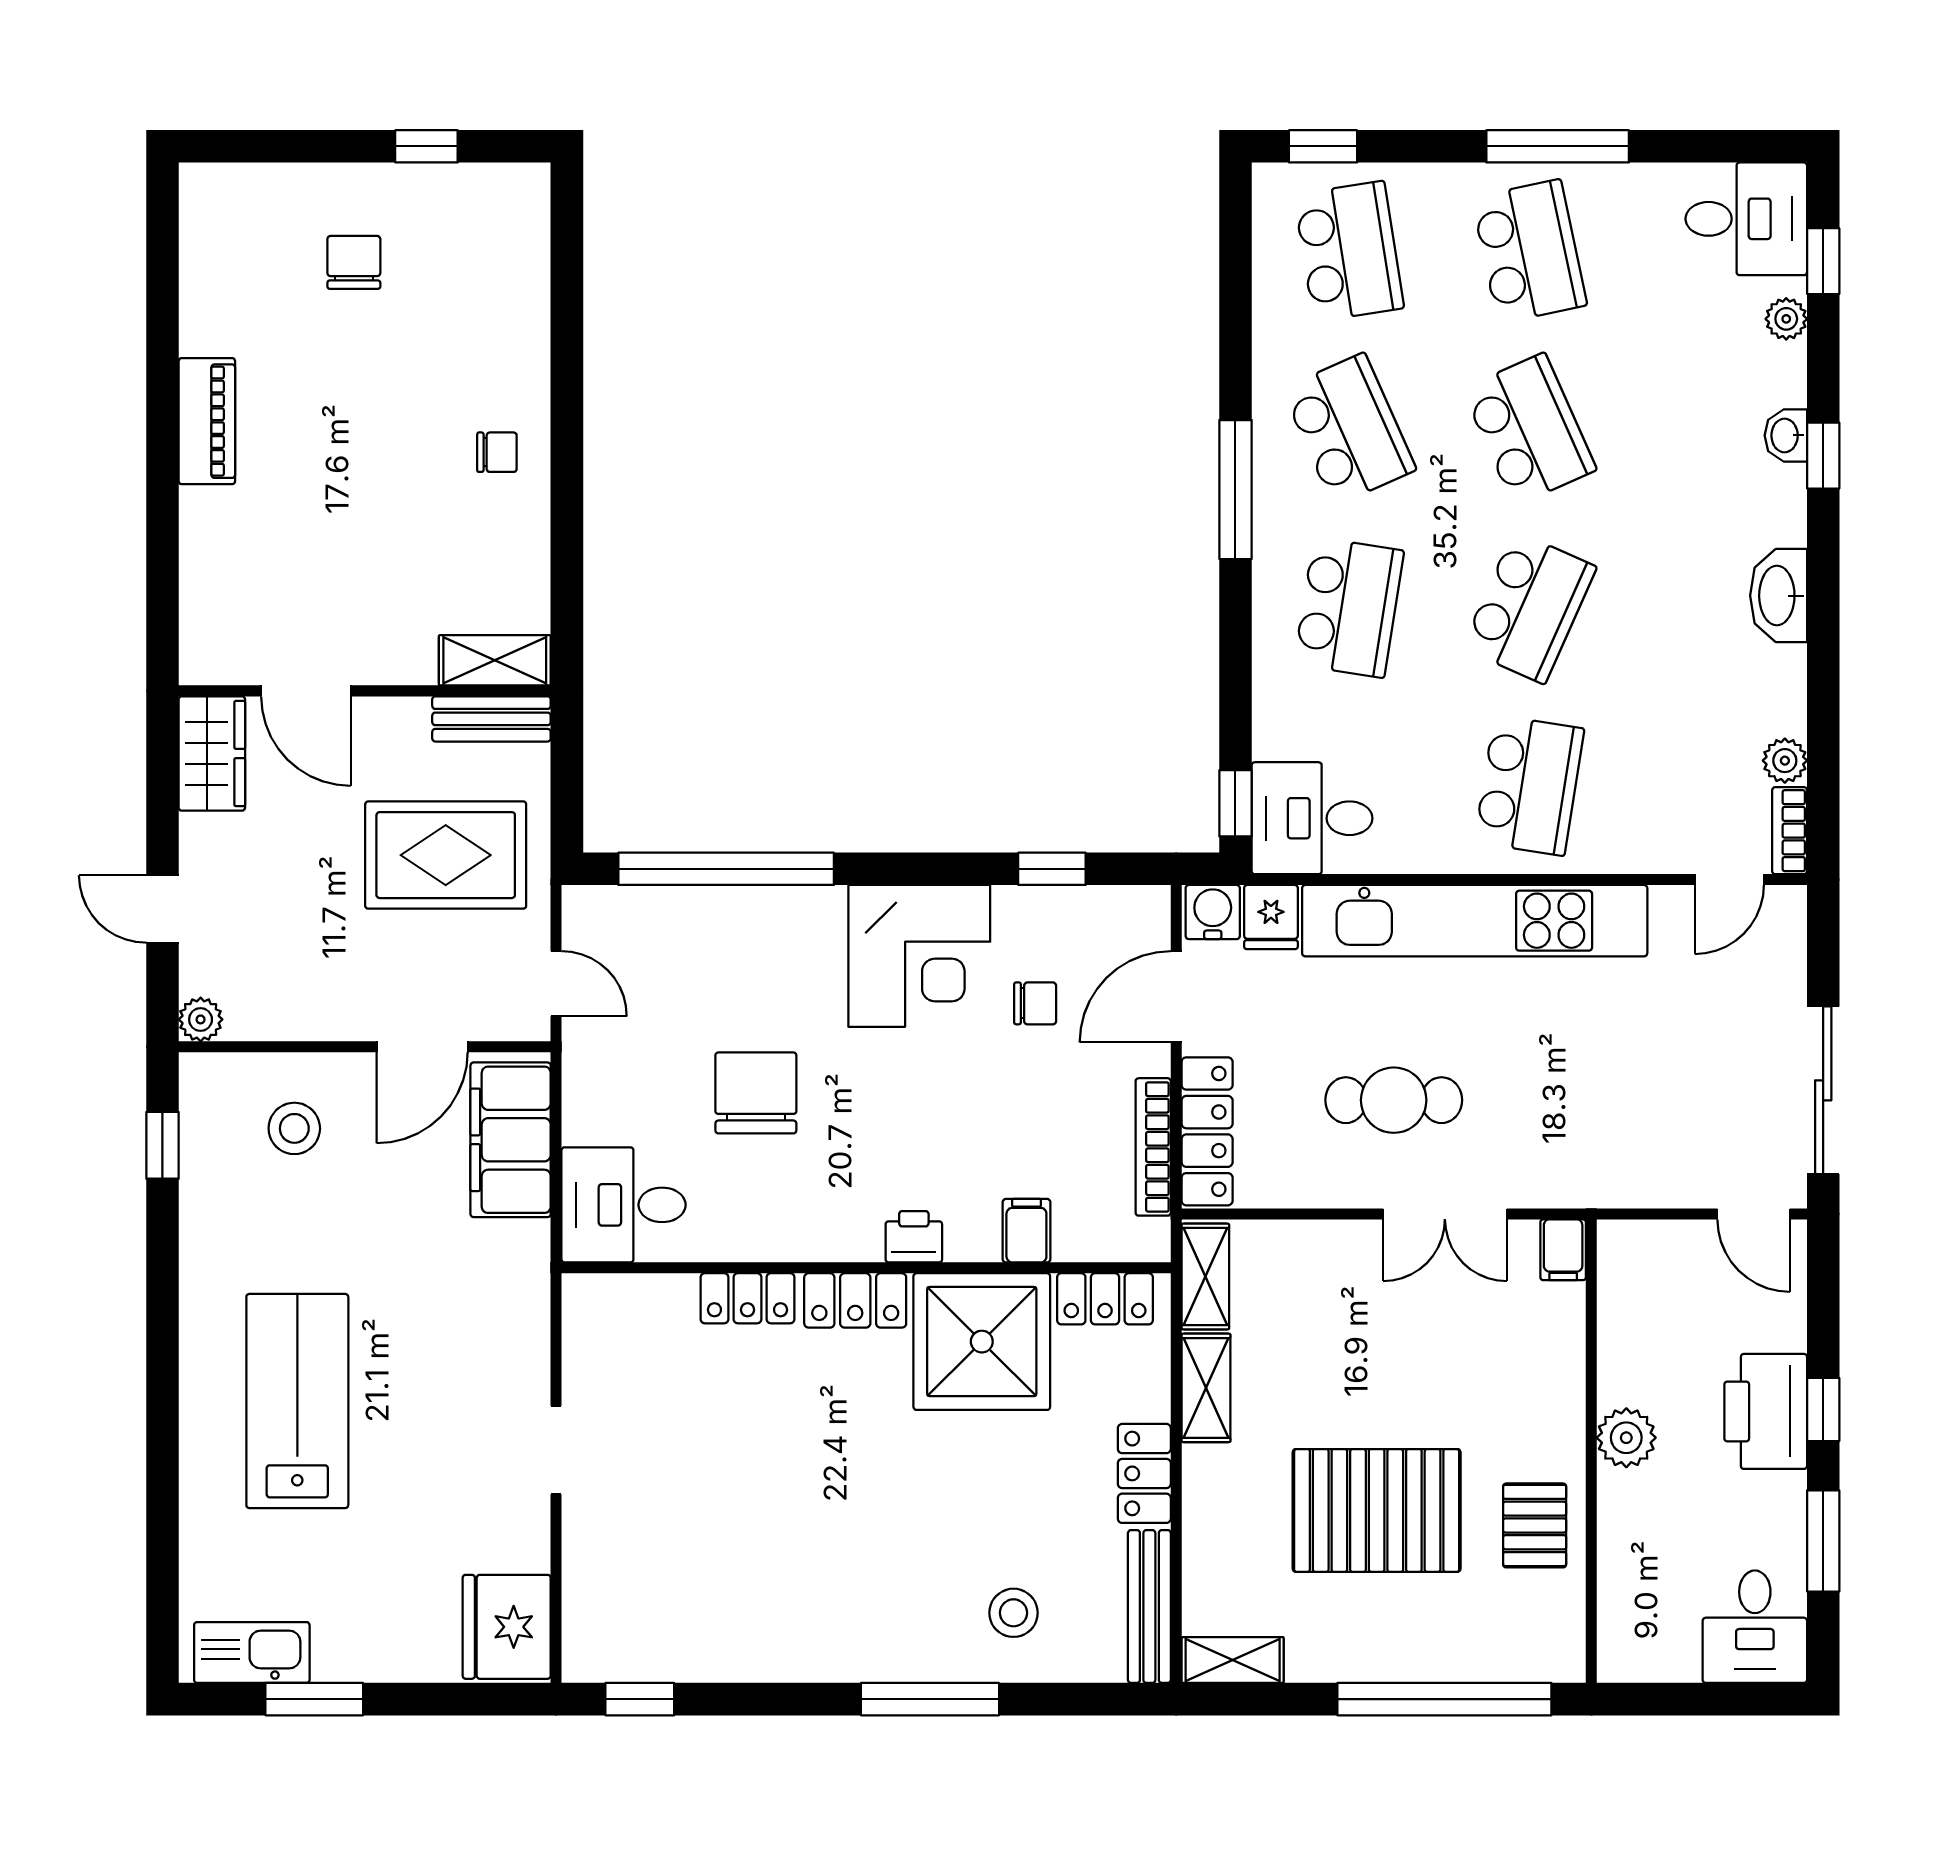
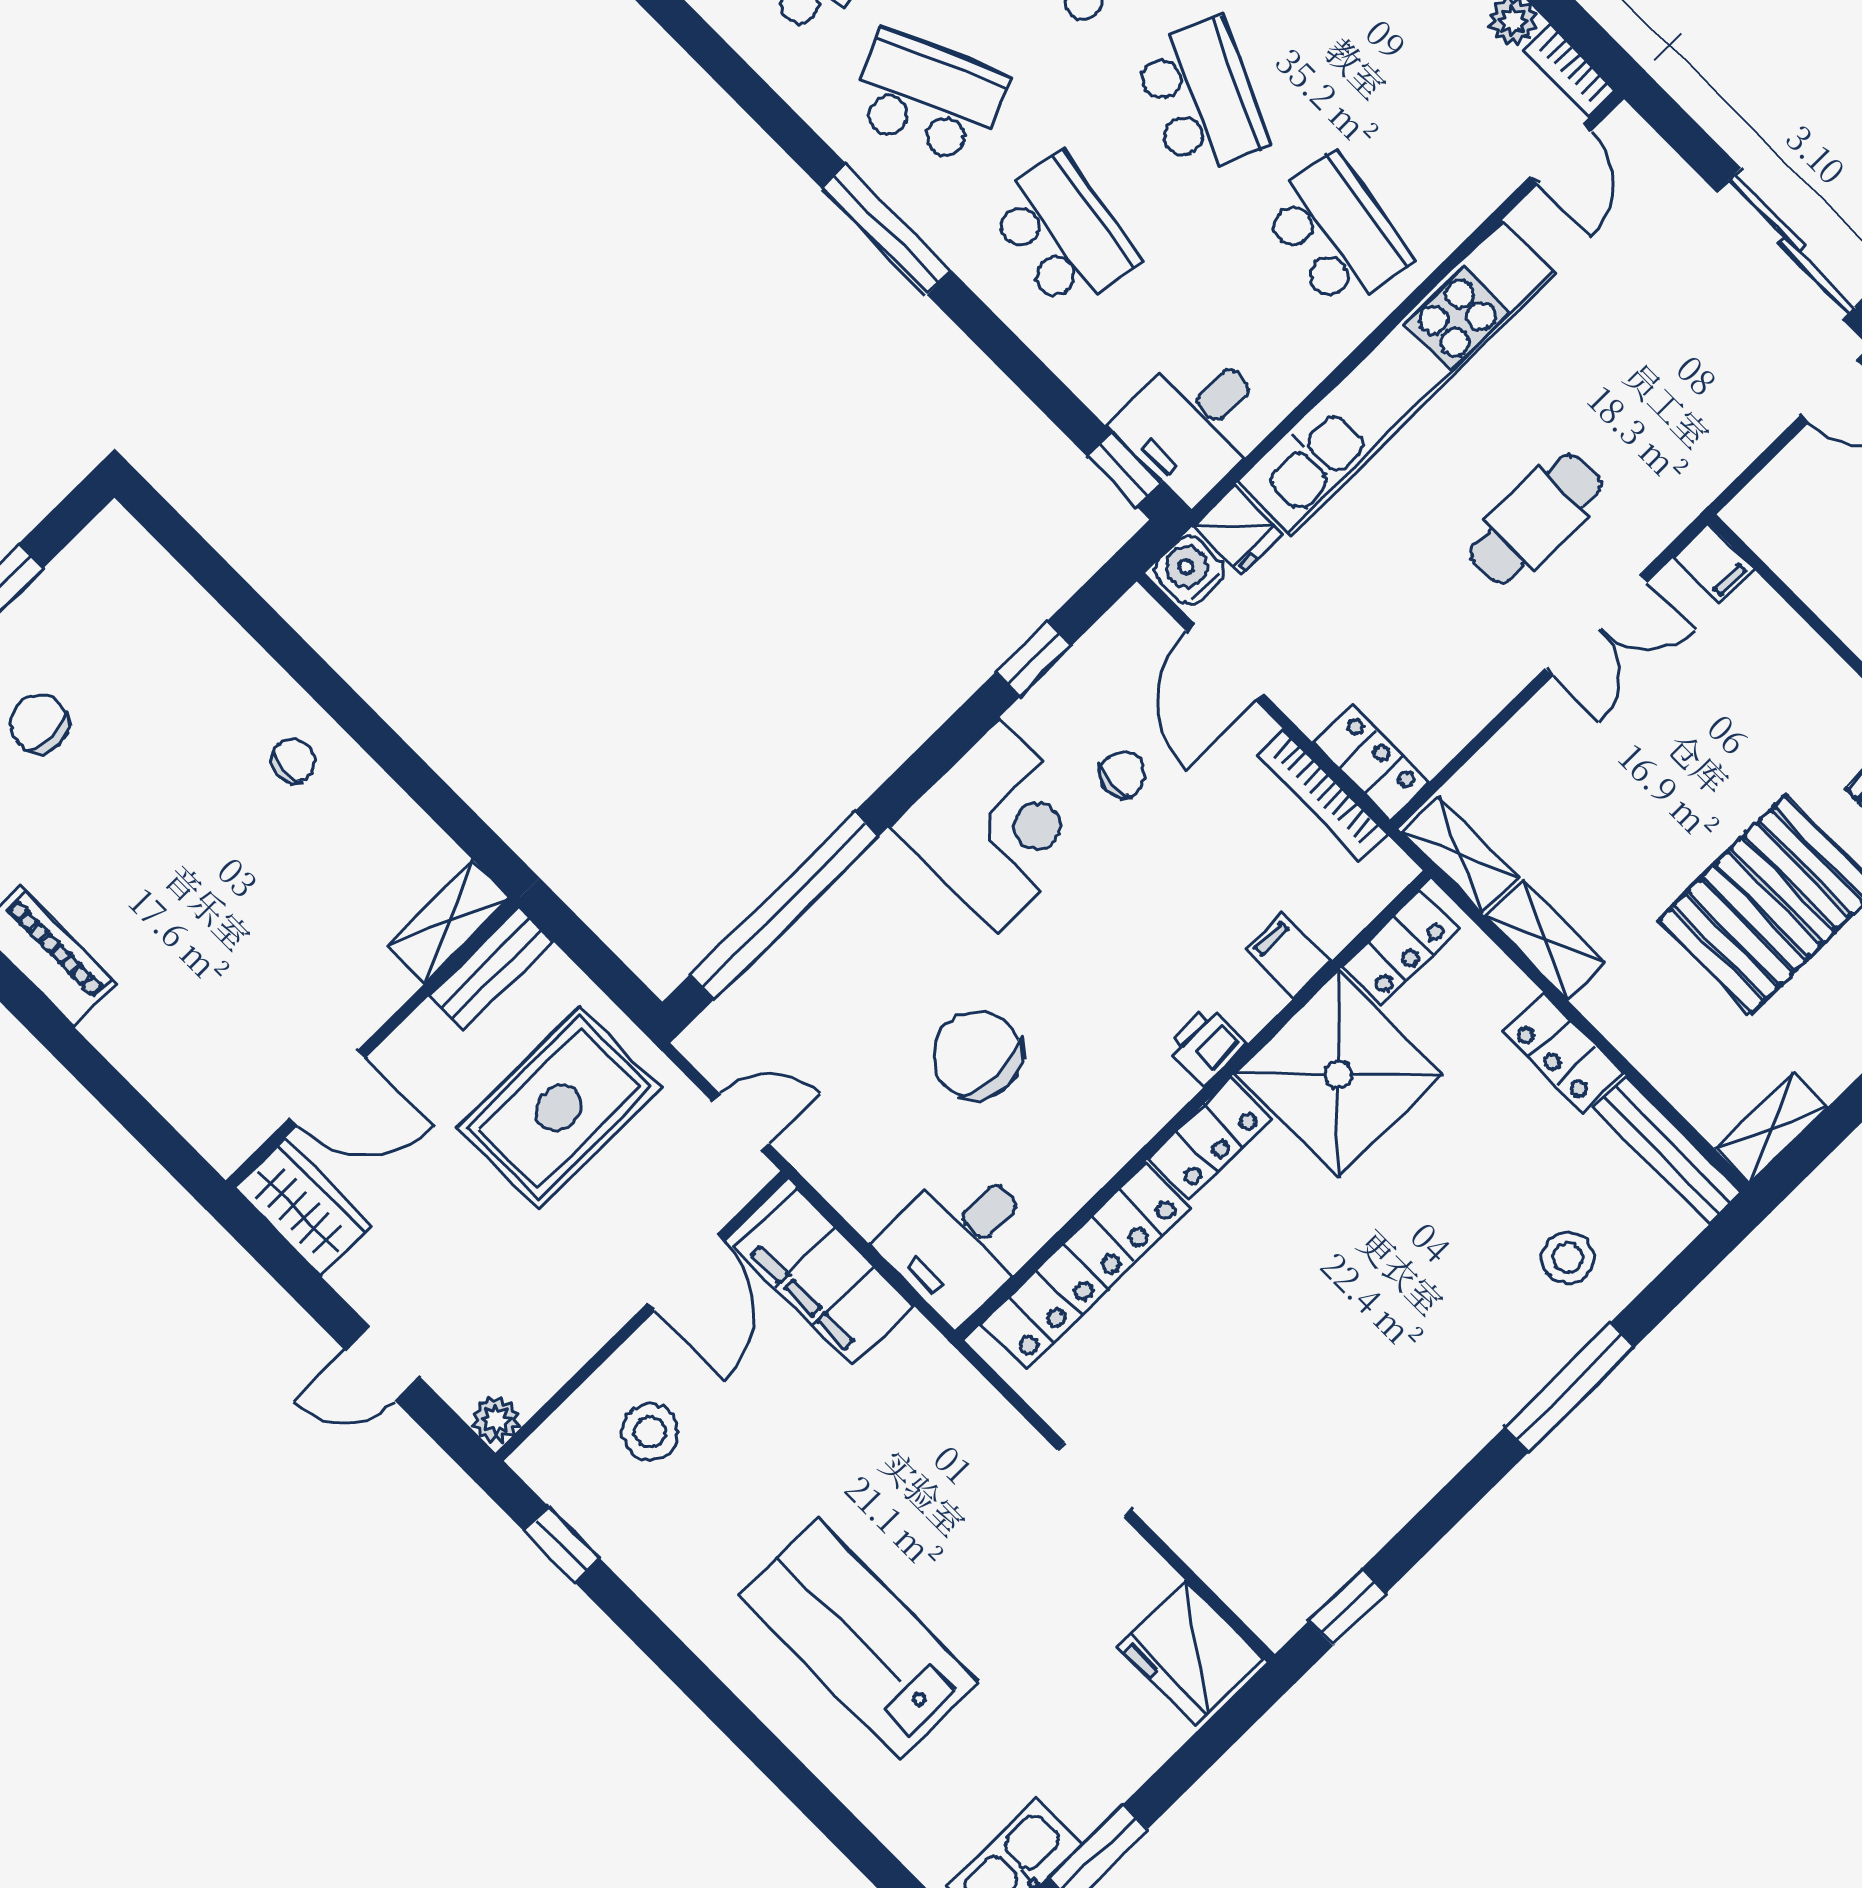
cafe table: (1394, 1100) -> (1536, 519), moved
locker: (1207, 1131) -> (1371, 763), width x0.66
locker: (747, 1298) -> (1086, 1266), width x2.16, depth x1.21

